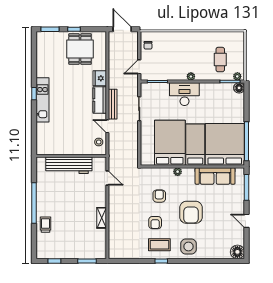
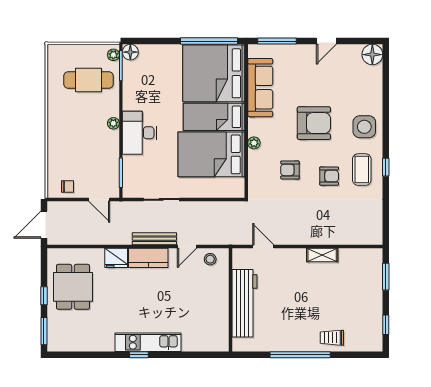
dining table: (80, 49) -> (73, 287), turned 90
cafe table: (220, 60) -> (88, 80), width x1.37, depth x1.35
door: (107, 178) -> (263, 246), hinge flipped

